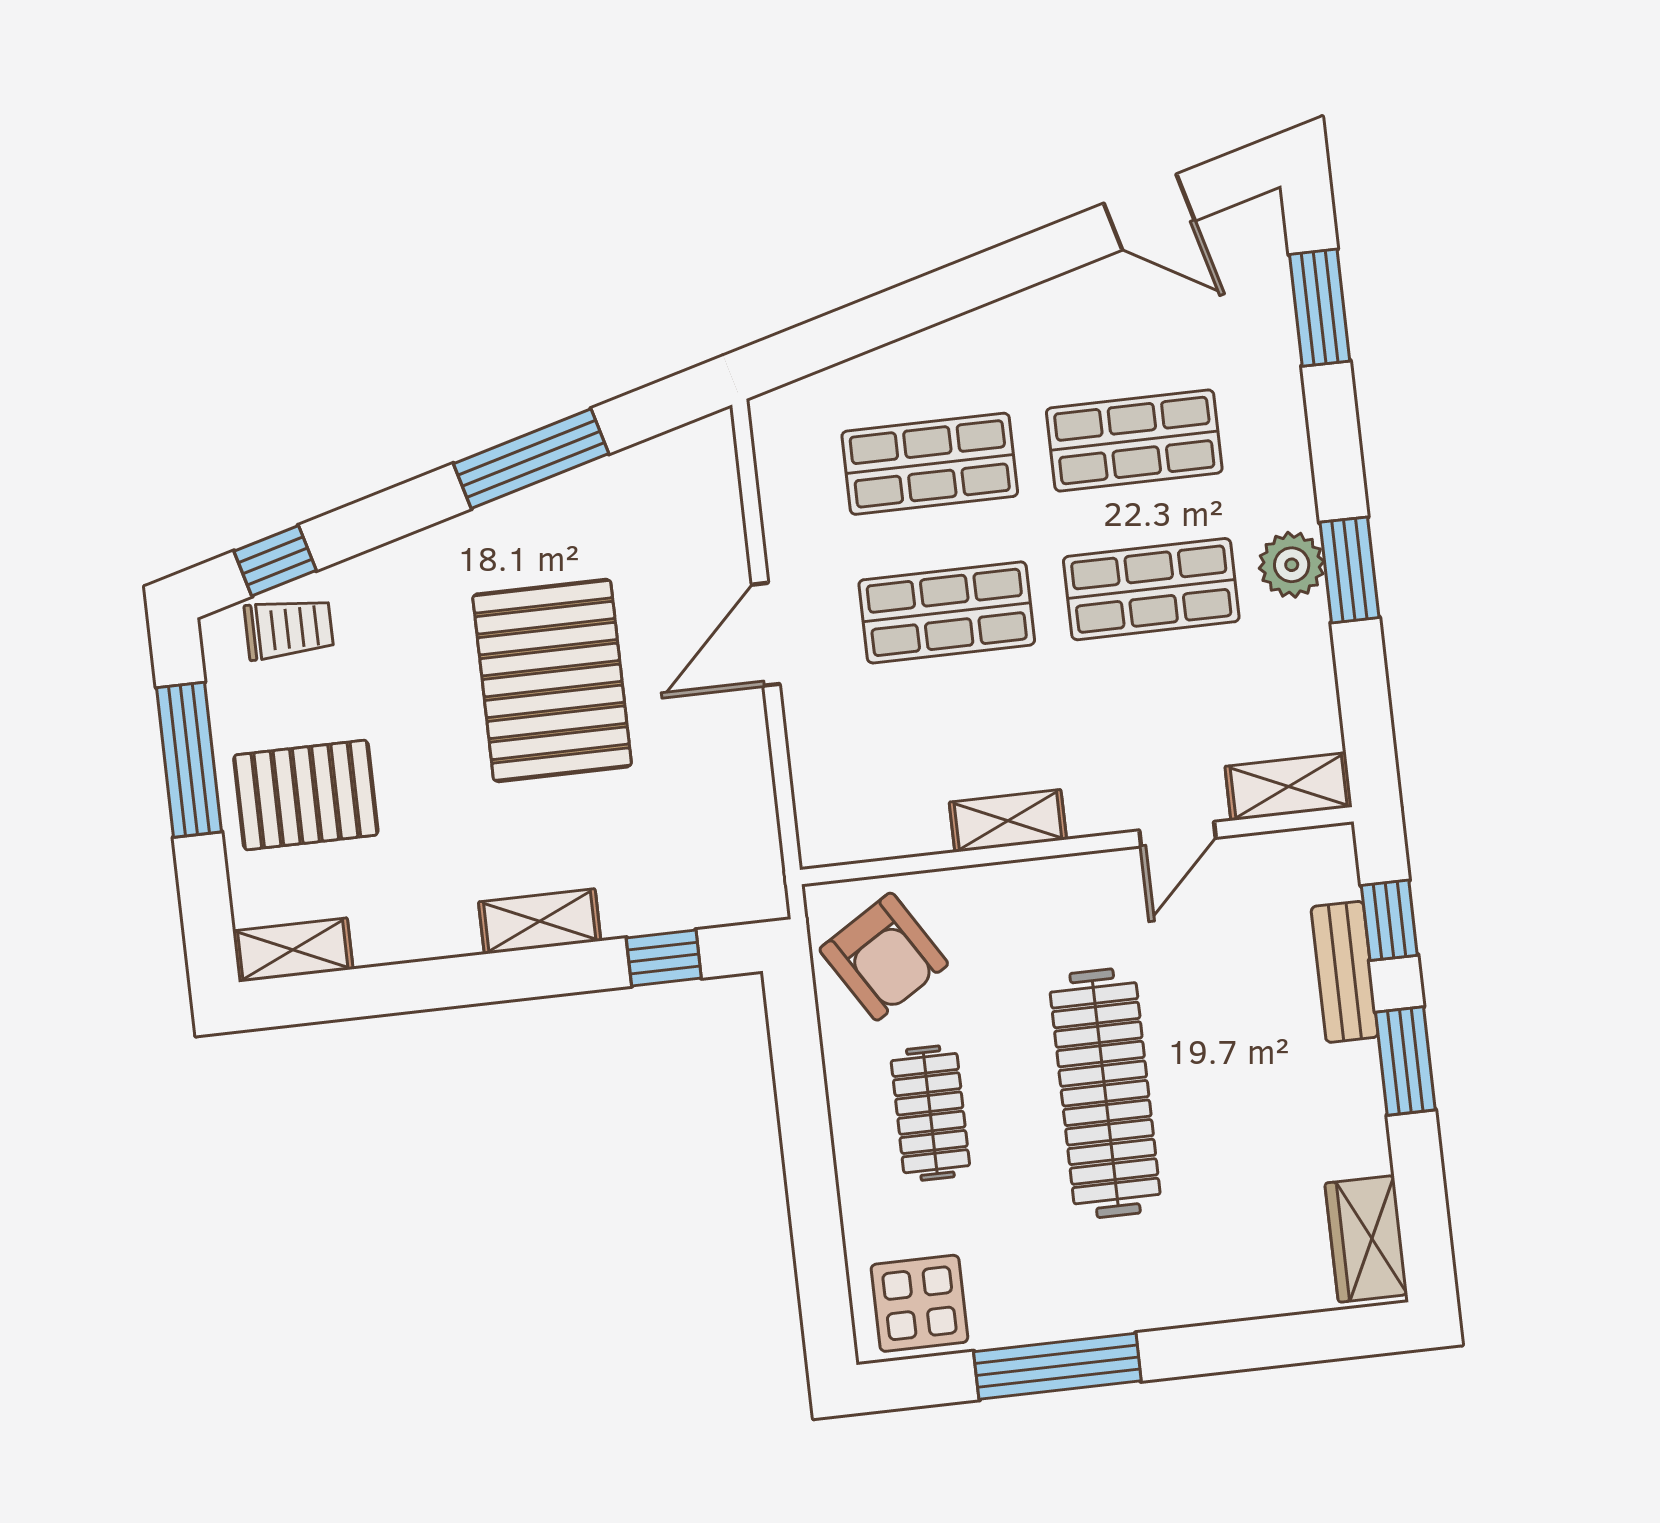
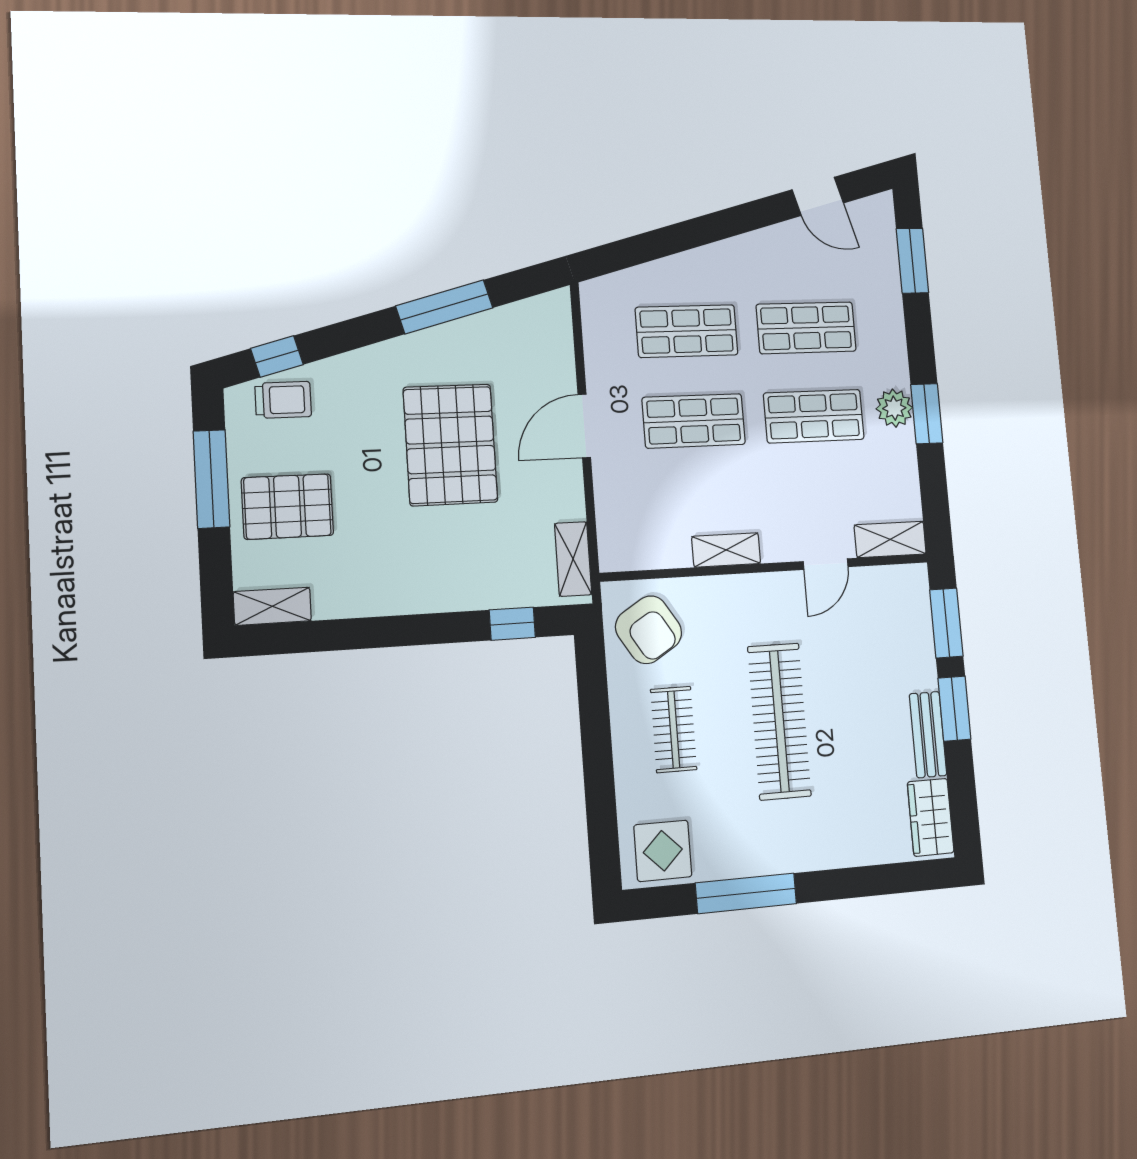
window: (1389, 920) -> (946, 623), width x1.50
shelving: (540, 921) -> (573, 559), moved, turned 90
bench: (1345, 972) -> (928, 735), moved

